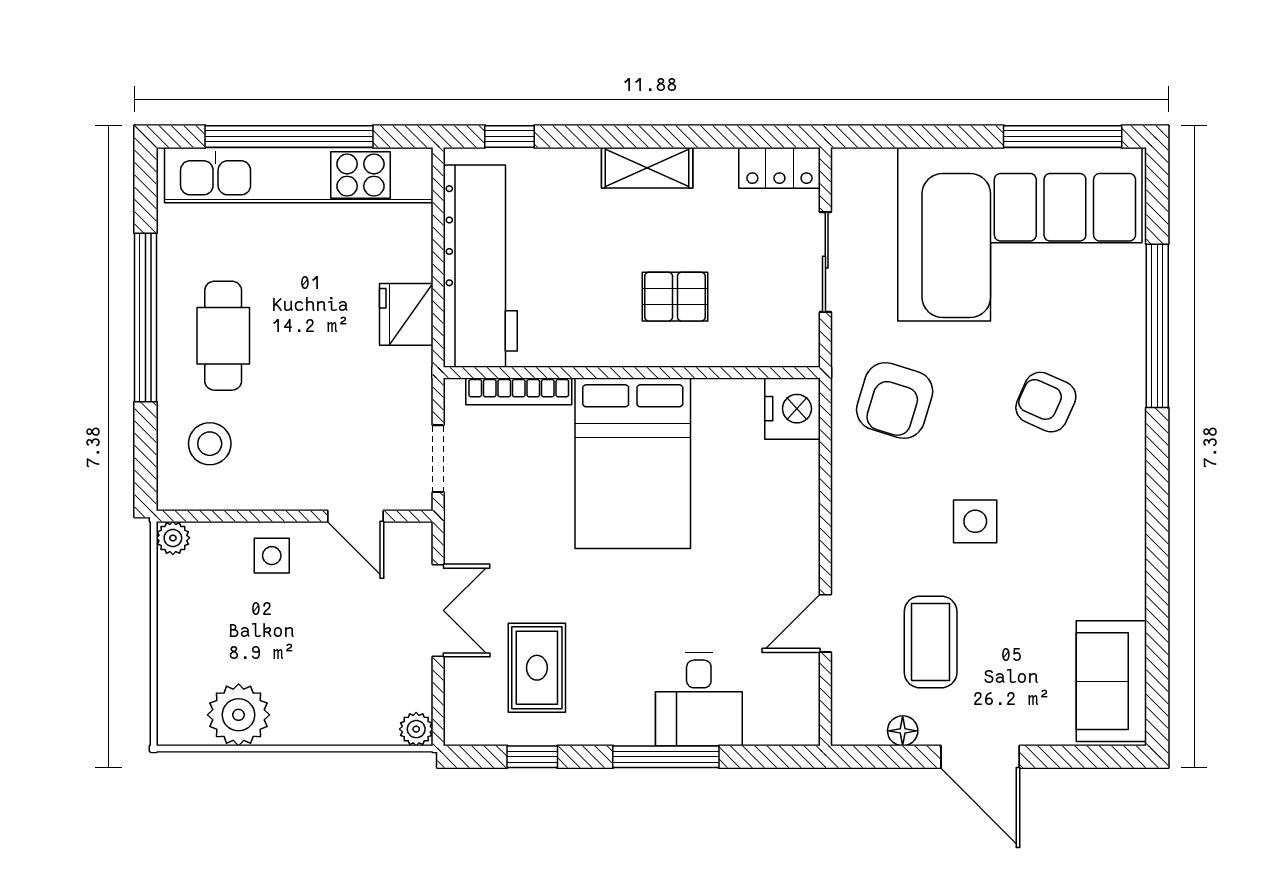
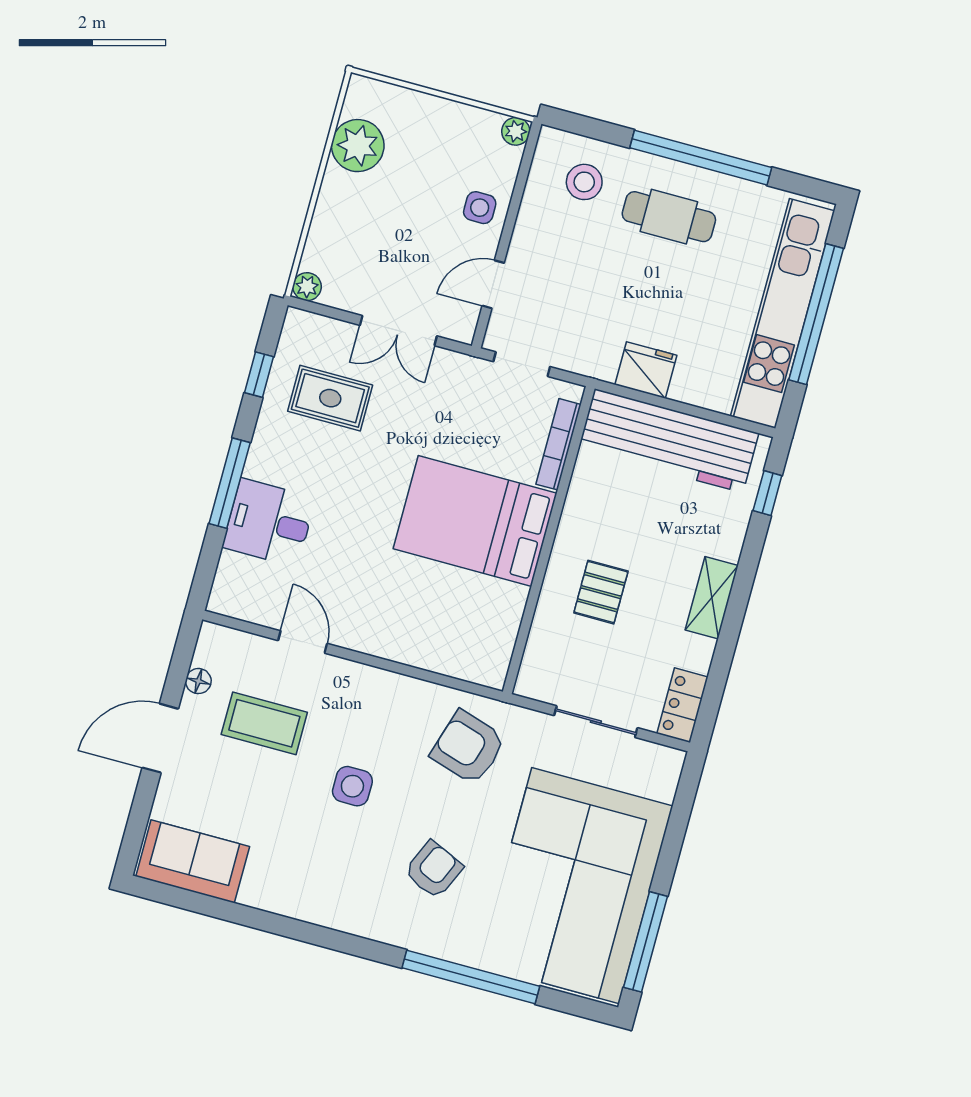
nightstand: (793, 409) -> (484, 663), removed

